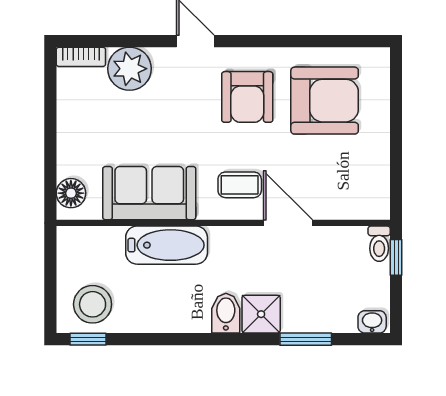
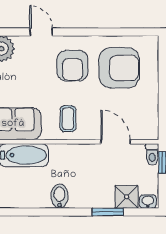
coffee table: (240, 185) -> (68, 119), turned 90
door: (288, 223) -> (116, 142), moved
shower: (261, 314) -> (127, 197), moved

